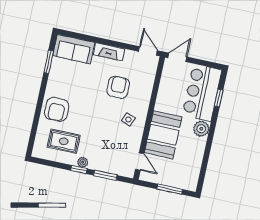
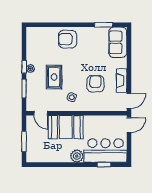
fireplace: (109, 52) -> (122, 81), moved
door: (177, 57) -> (129, 125), hinge flipped
armchair: (118, 87) -> (95, 84), turned -90
rug: (64, 141) -> (54, 77), moved
door: (140, 162) -> (41, 113), hinge flipped

